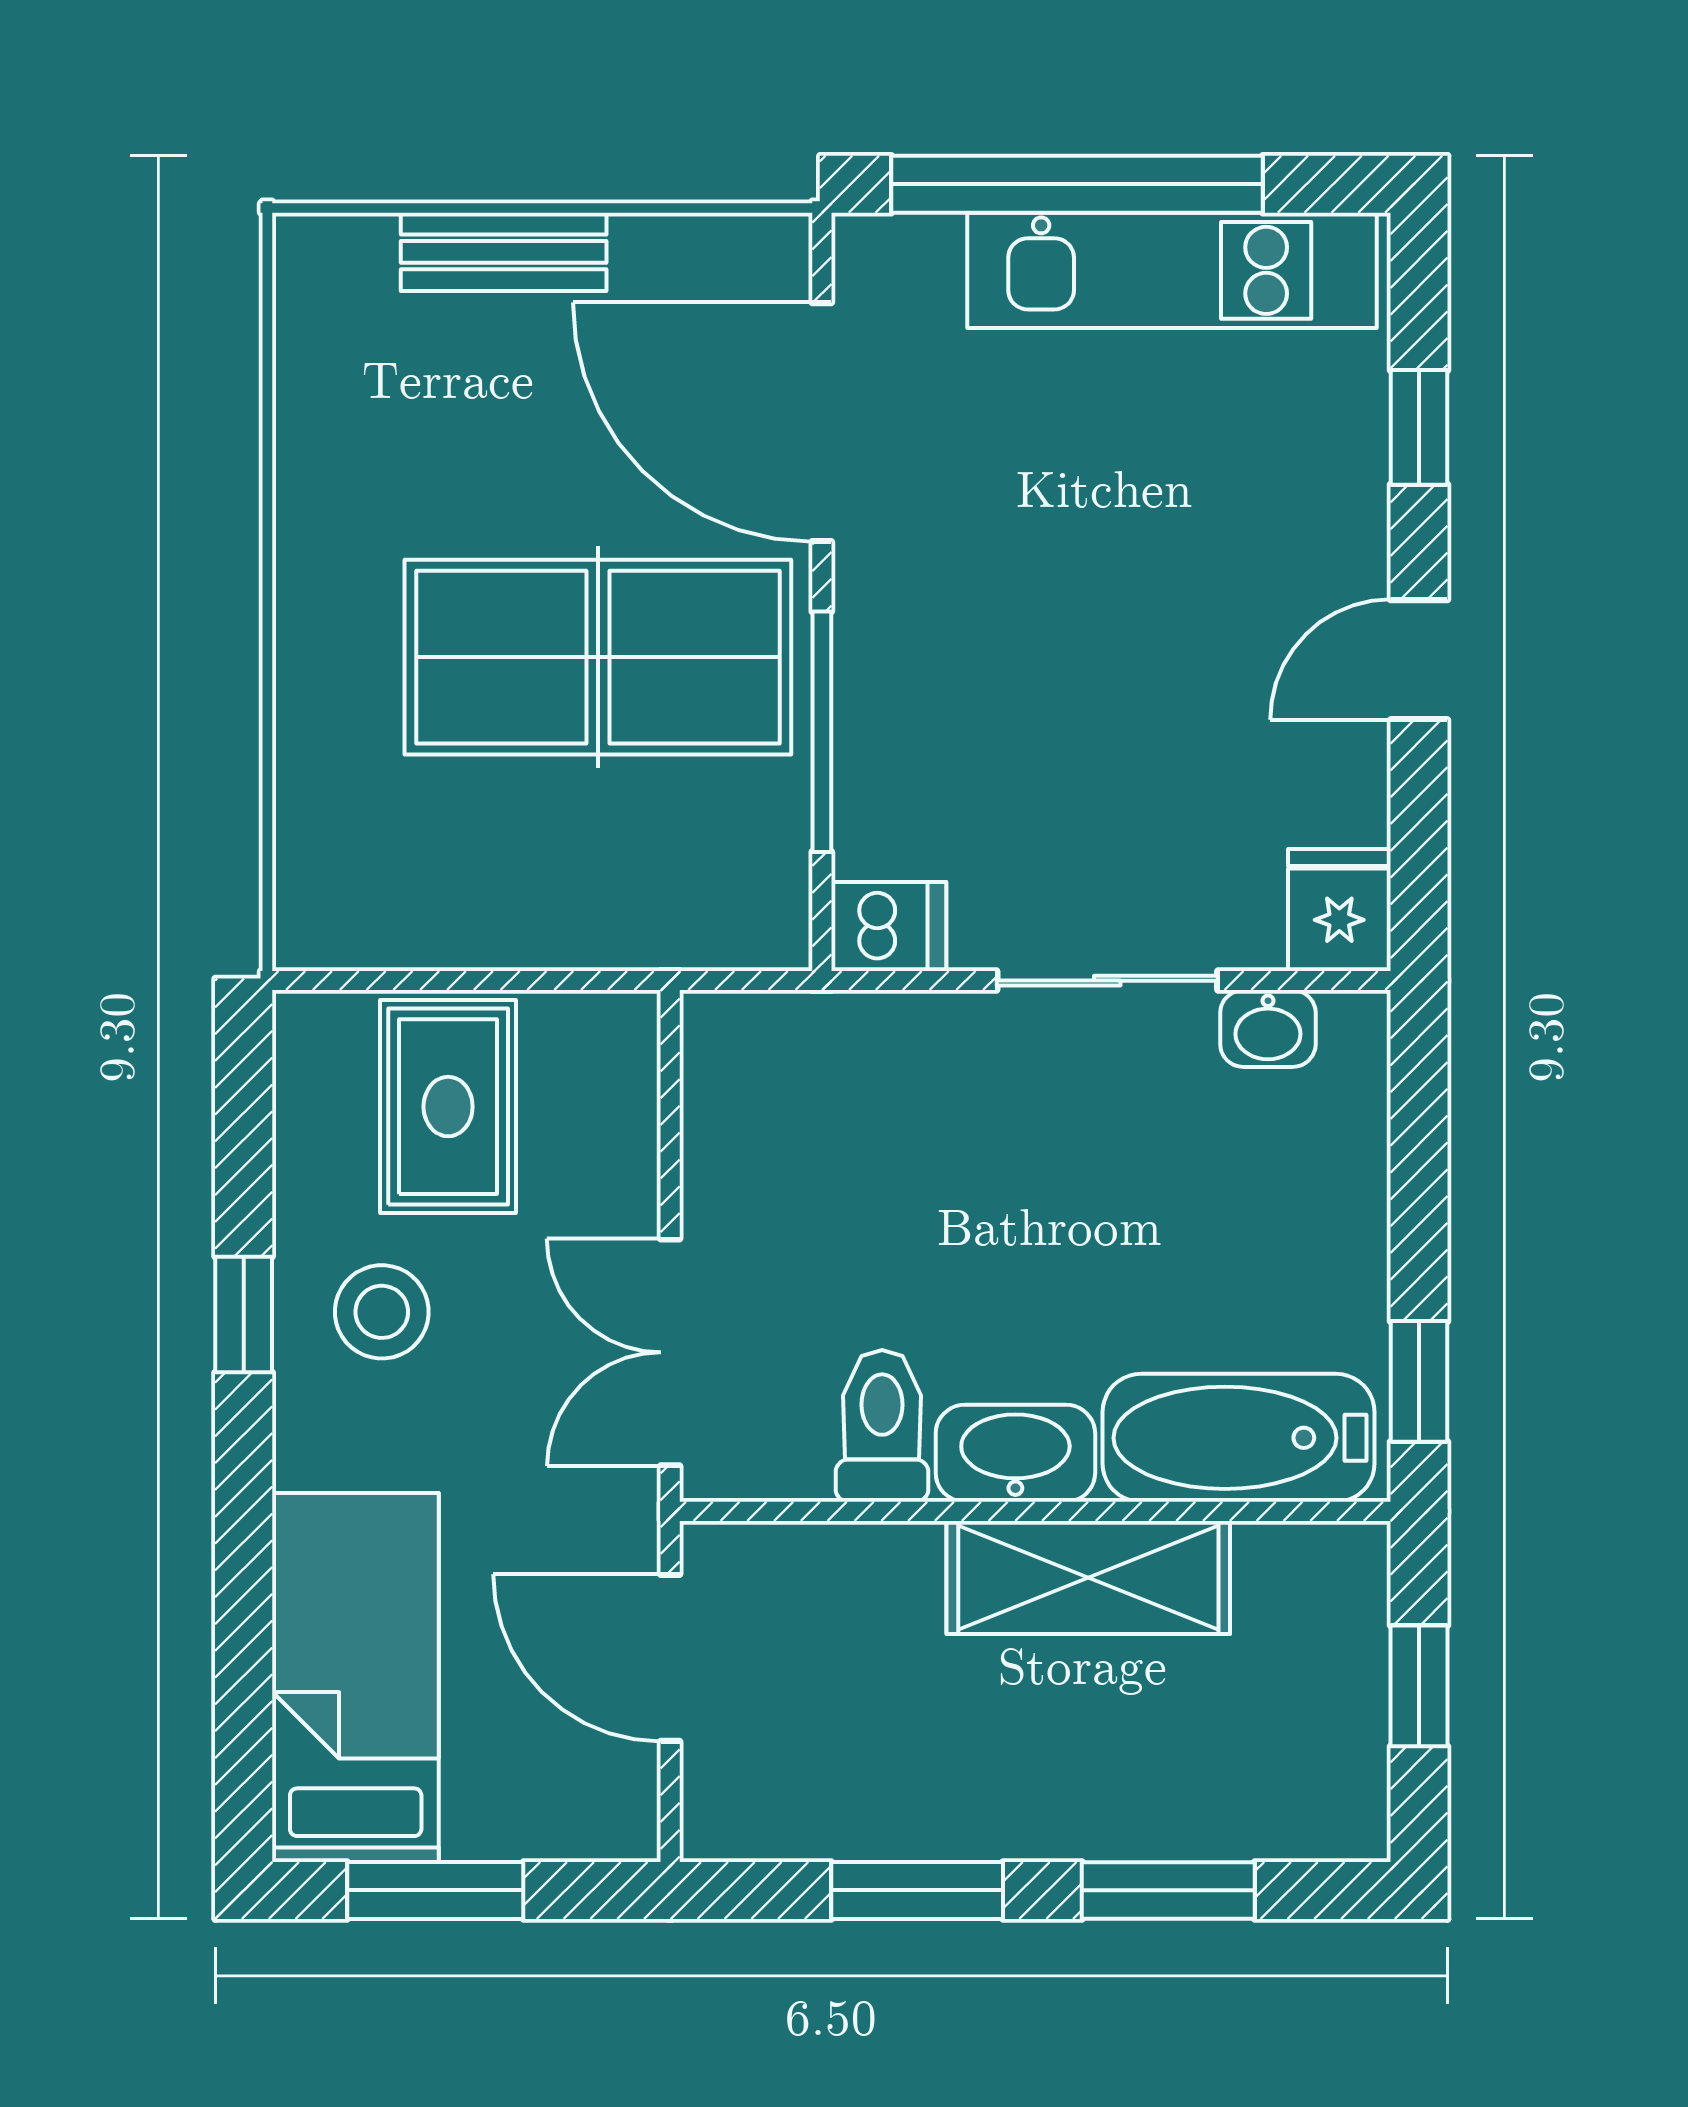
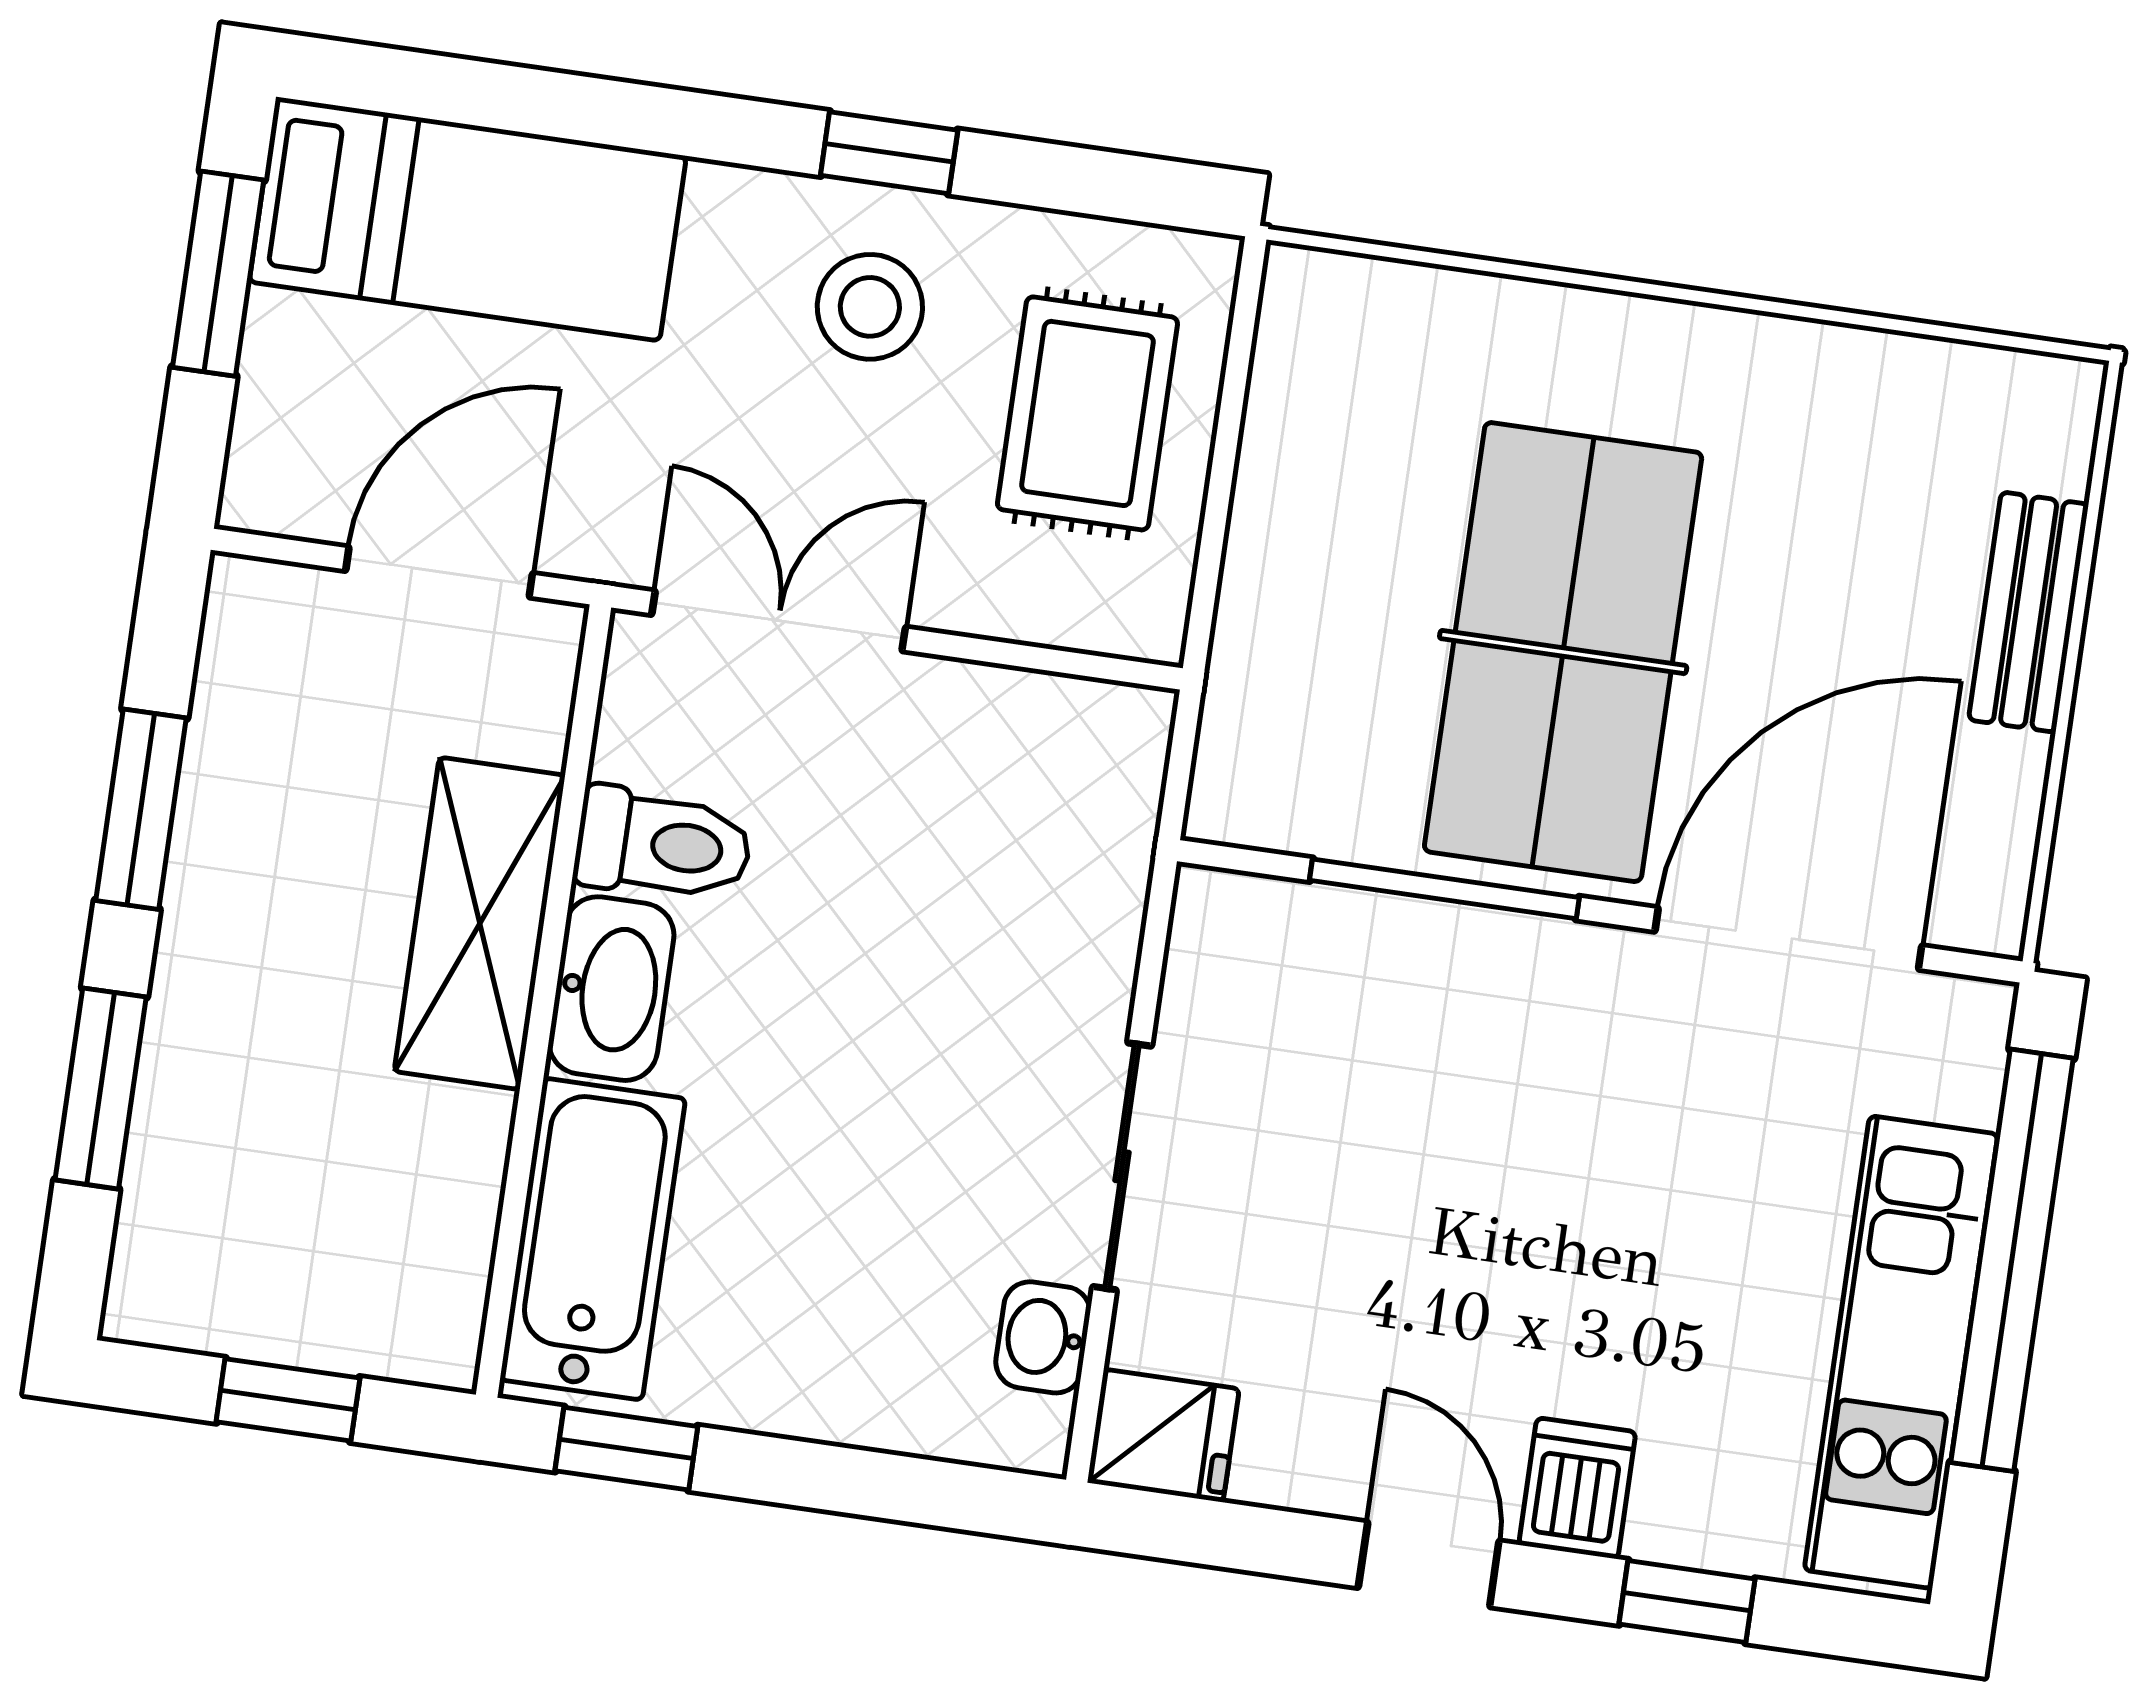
dishwasher: (889, 927) -> (1577, 1488), moved, turned 180
rug: (448, 1107) -> (1087, 413), turned 90
shelving: (1088, 1577) -> (480, 923), moved

